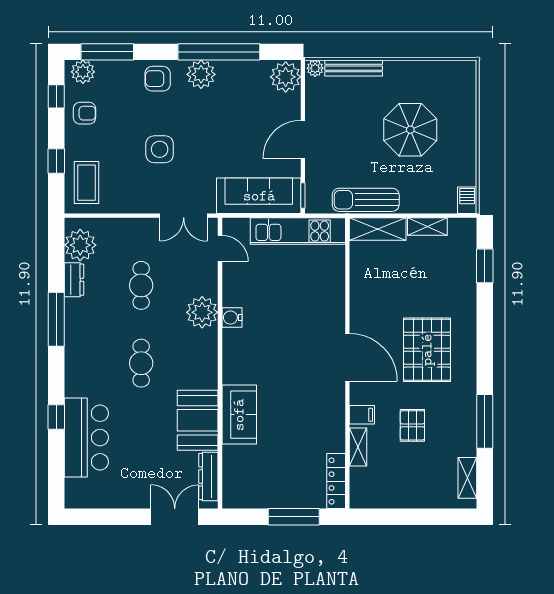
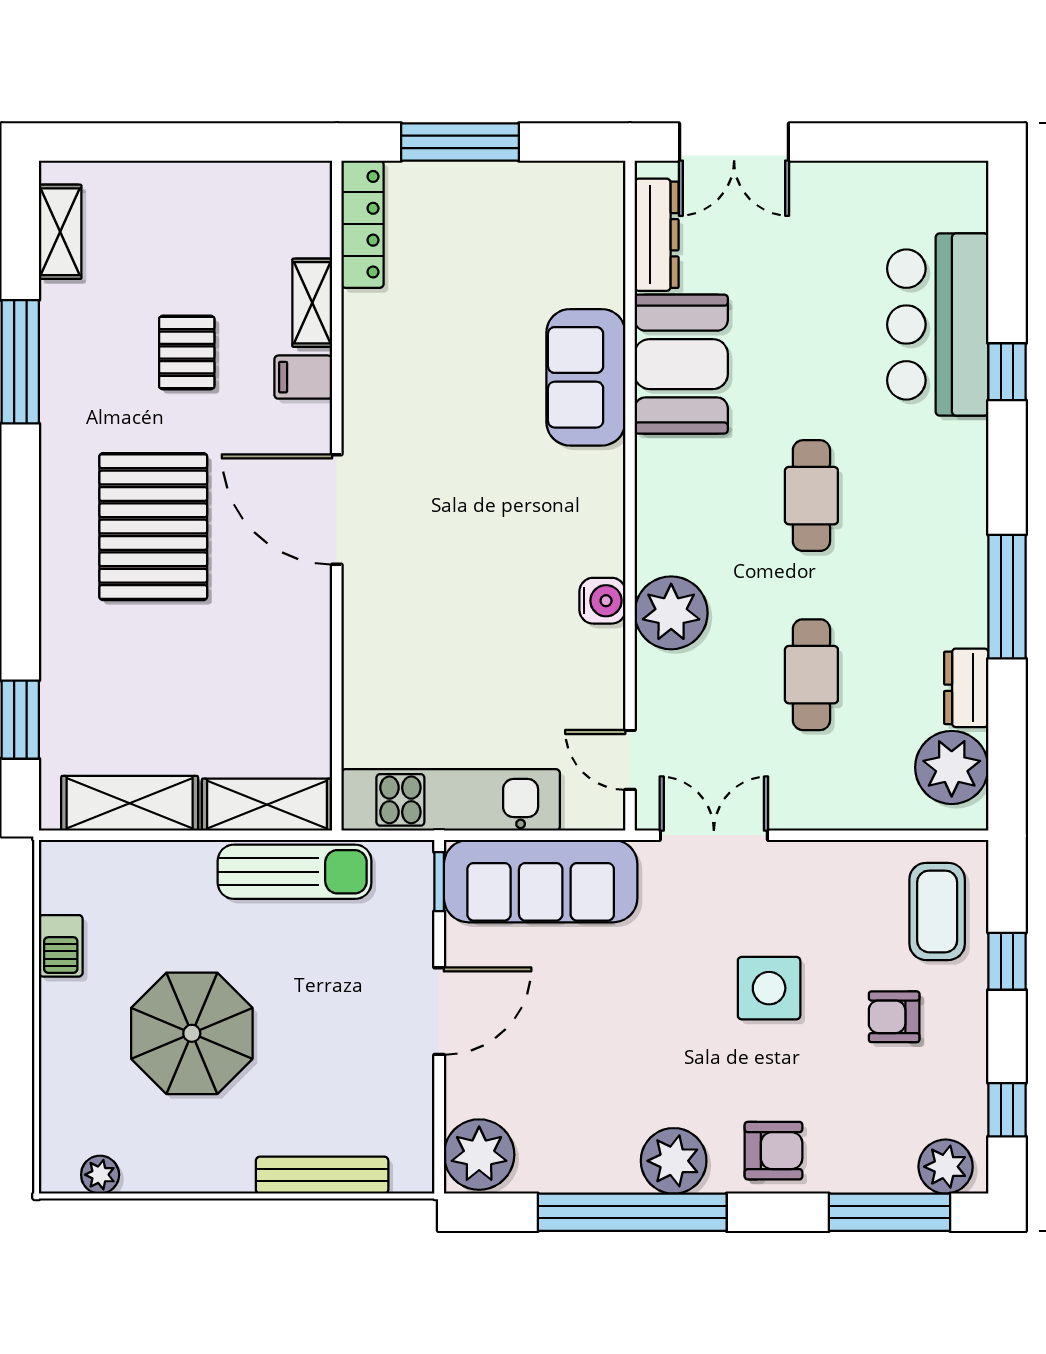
plant: (315, 68) -> (100, 1175), moved
armchair: (85, 113) -> (894, 1017), moved
barbecue: (467, 200) -> (61, 946), moved
shelving: (427, 227) -> (130, 803), width x1.50, depth x1.33

